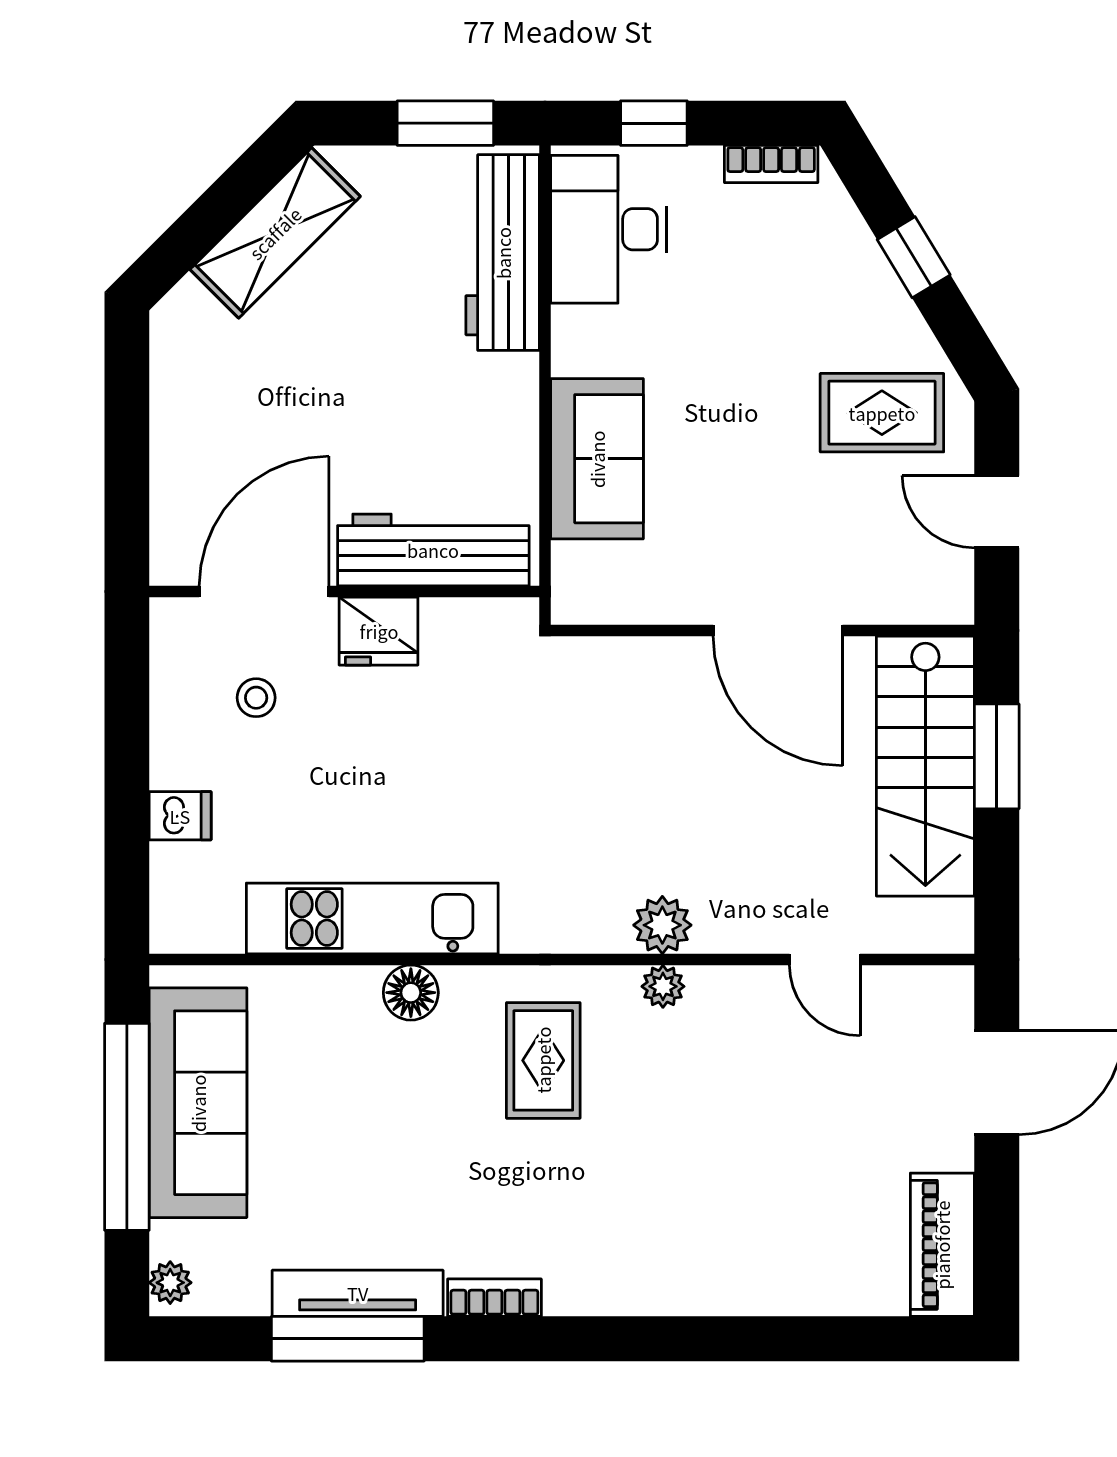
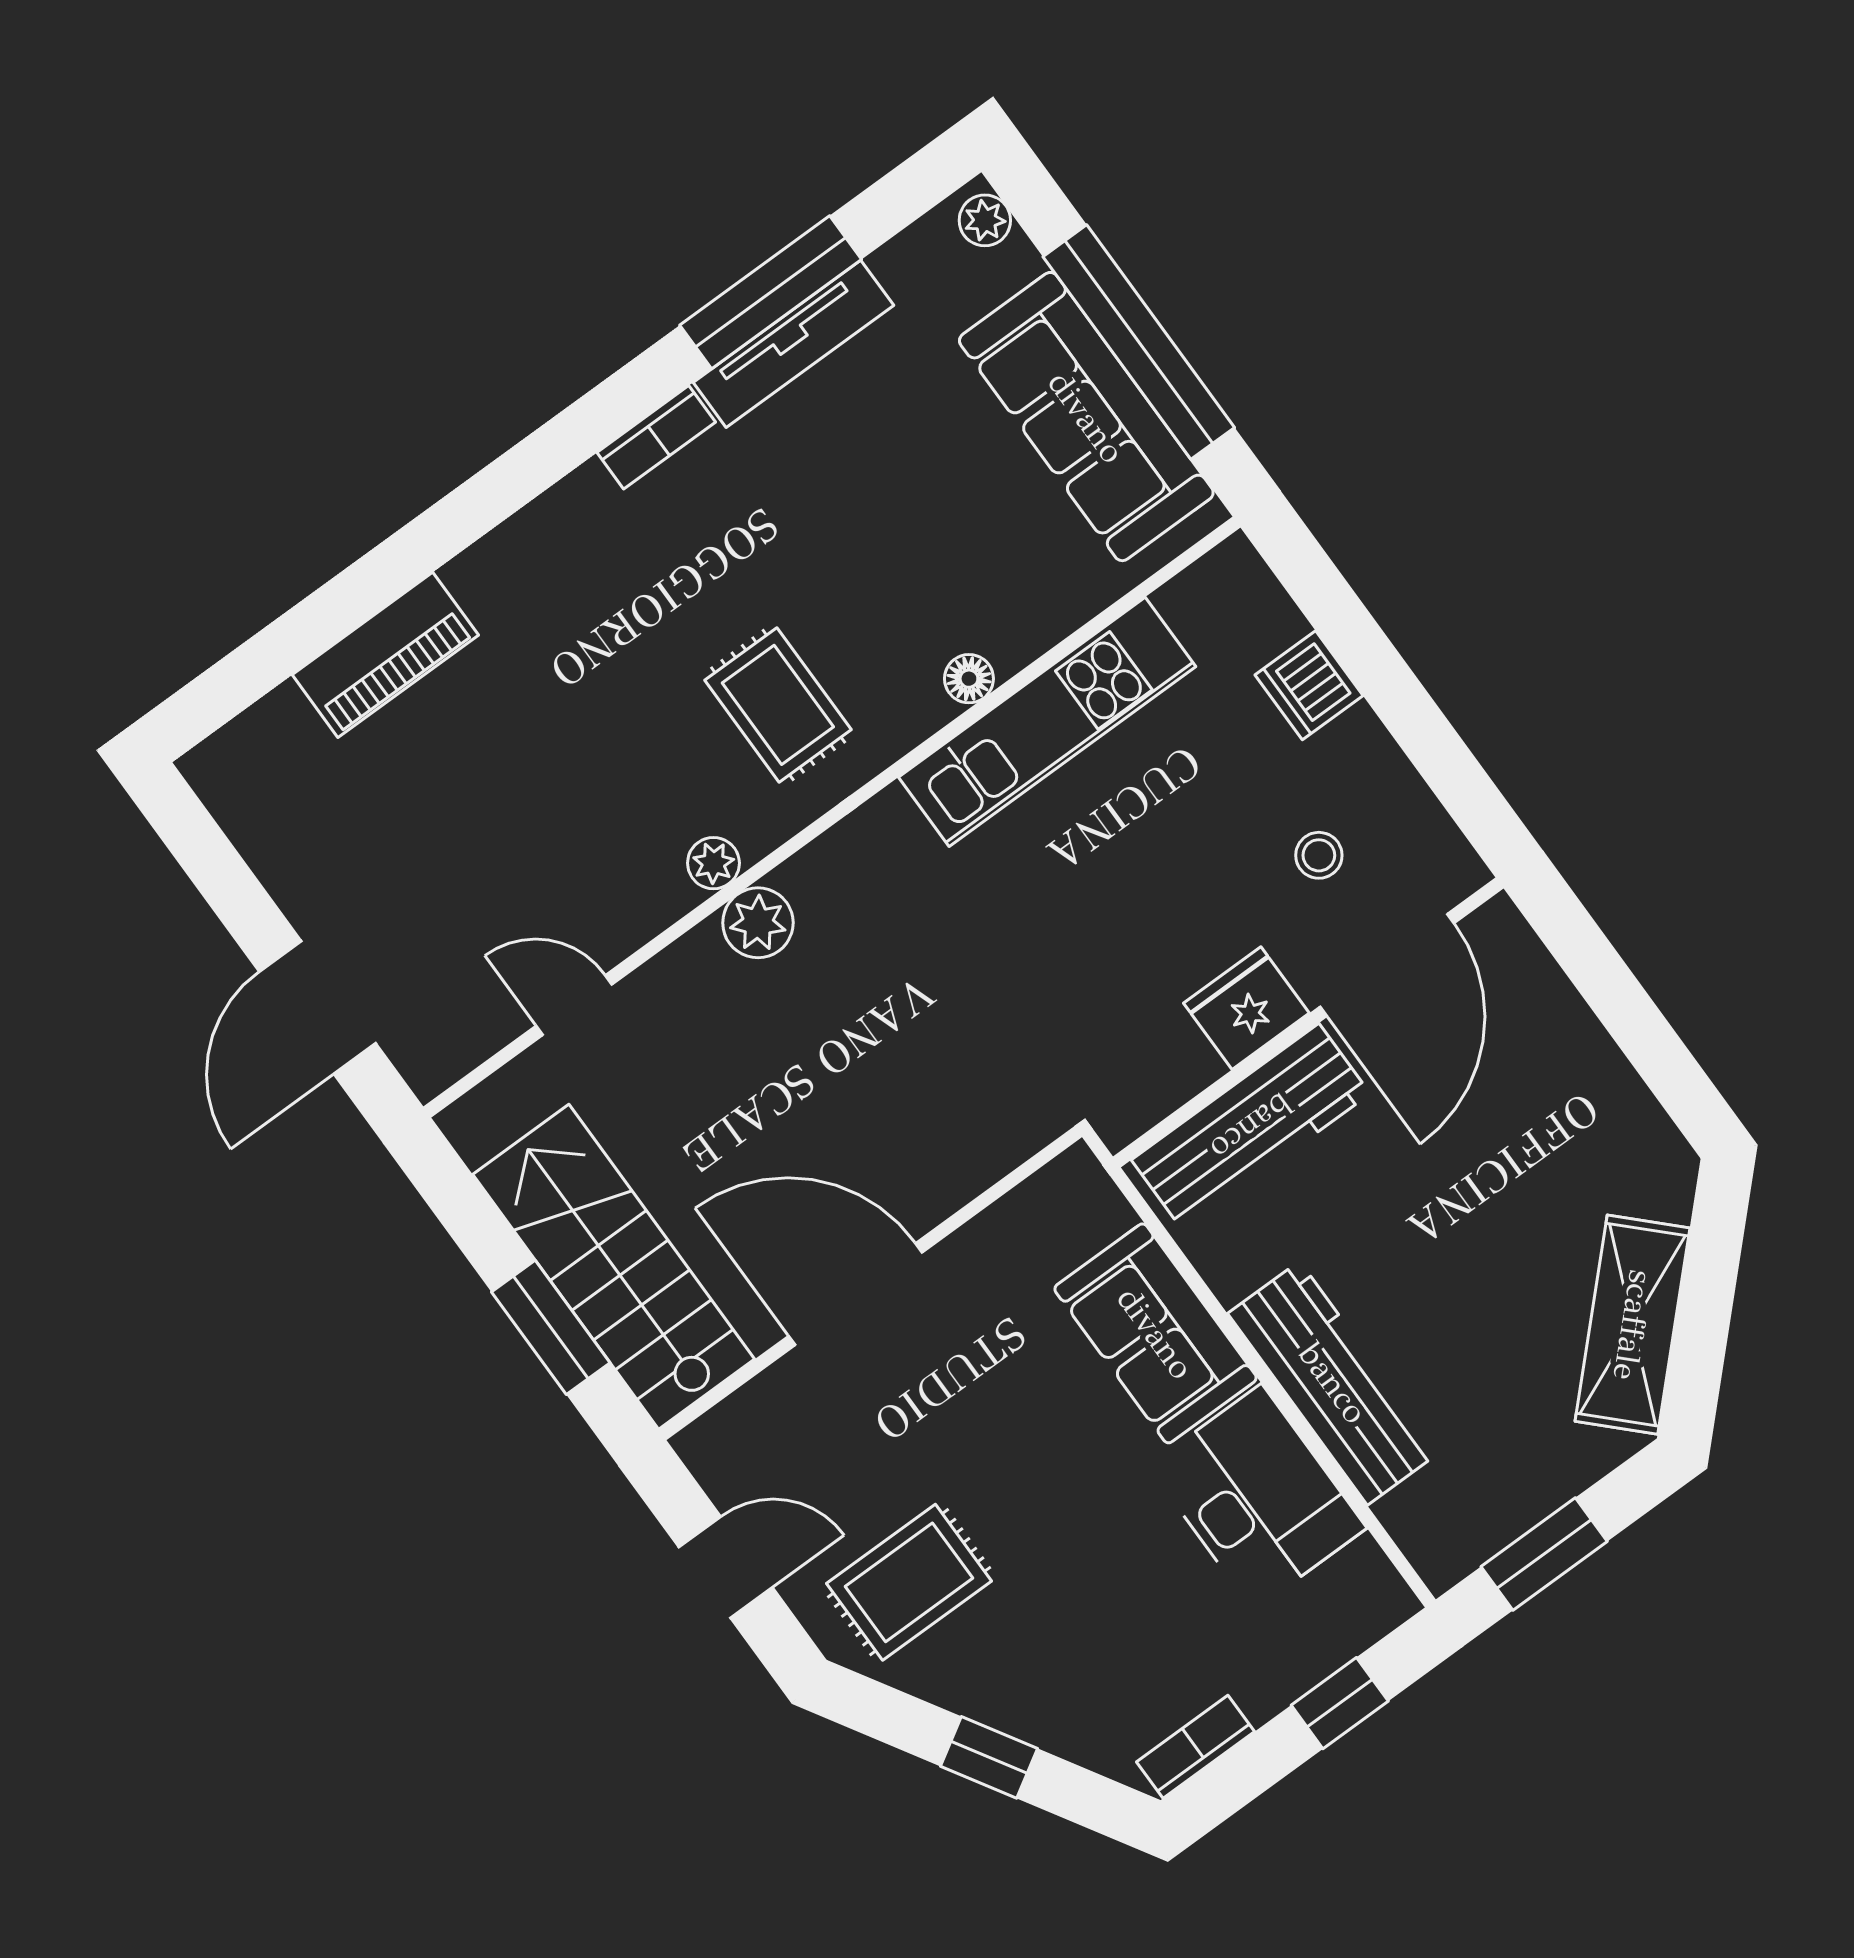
desk: (609, 229) -> (1257, 1497), moved
workbench: (503, 253) -> (1333, 1383), moved
dishwasher: (180, 816) -> (1309, 685), width x1.38
floor lamp: (411, 993) -> (969, 679), width x0.73, depth x0.73
piano: (942, 1245) -> (385, 655), moved, turned 90

